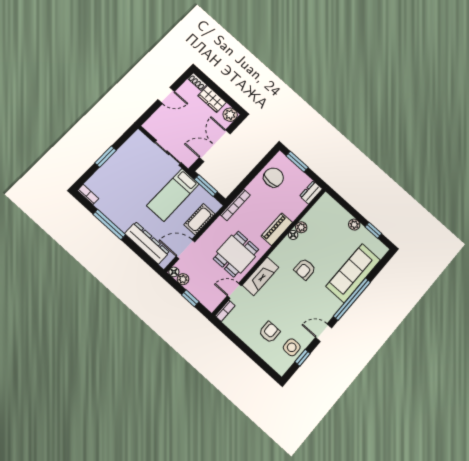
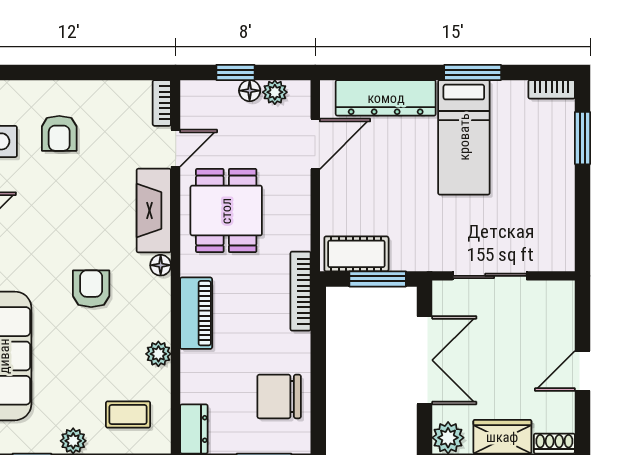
window: (106, 157) -> (582, 138), moved
chair: (274, 177) -> (279, 396), turned 90
bed: (173, 195) -> (464, 137), moved, turned 180
coffee table: (329, 217) -> (128, 415), added
cot: (199, 219) -> (356, 254), moved, turned 90
window: (109, 225) -> (473, 72), width x0.69
floor lamp: (293, 235) -> (161, 265), moved
floor lamp: (174, 272) -> (250, 91), moved

